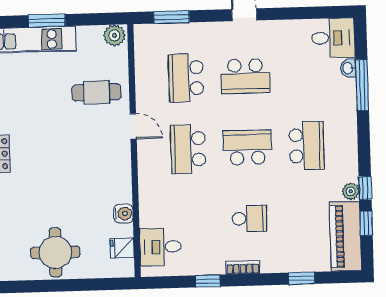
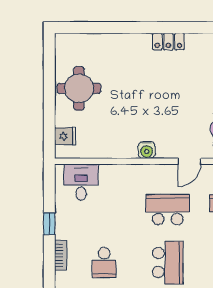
water cooler: (123, 214) -> (147, 150), moved
fridge: (122, 248) -> (65, 136), moved, turned 90

